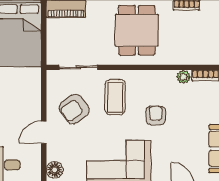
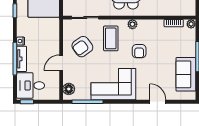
plant: (183, 77) -> (132, 24), moved
armchair: (156, 116) -> (139, 51), turned 180

